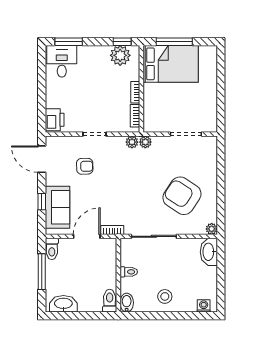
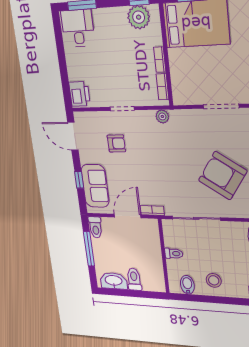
plant: (145, 142) -> (177, 116), removed
toilet: (110, 301) -> (134, 279), moved
bidet: (127, 303) -> (187, 285), moved

